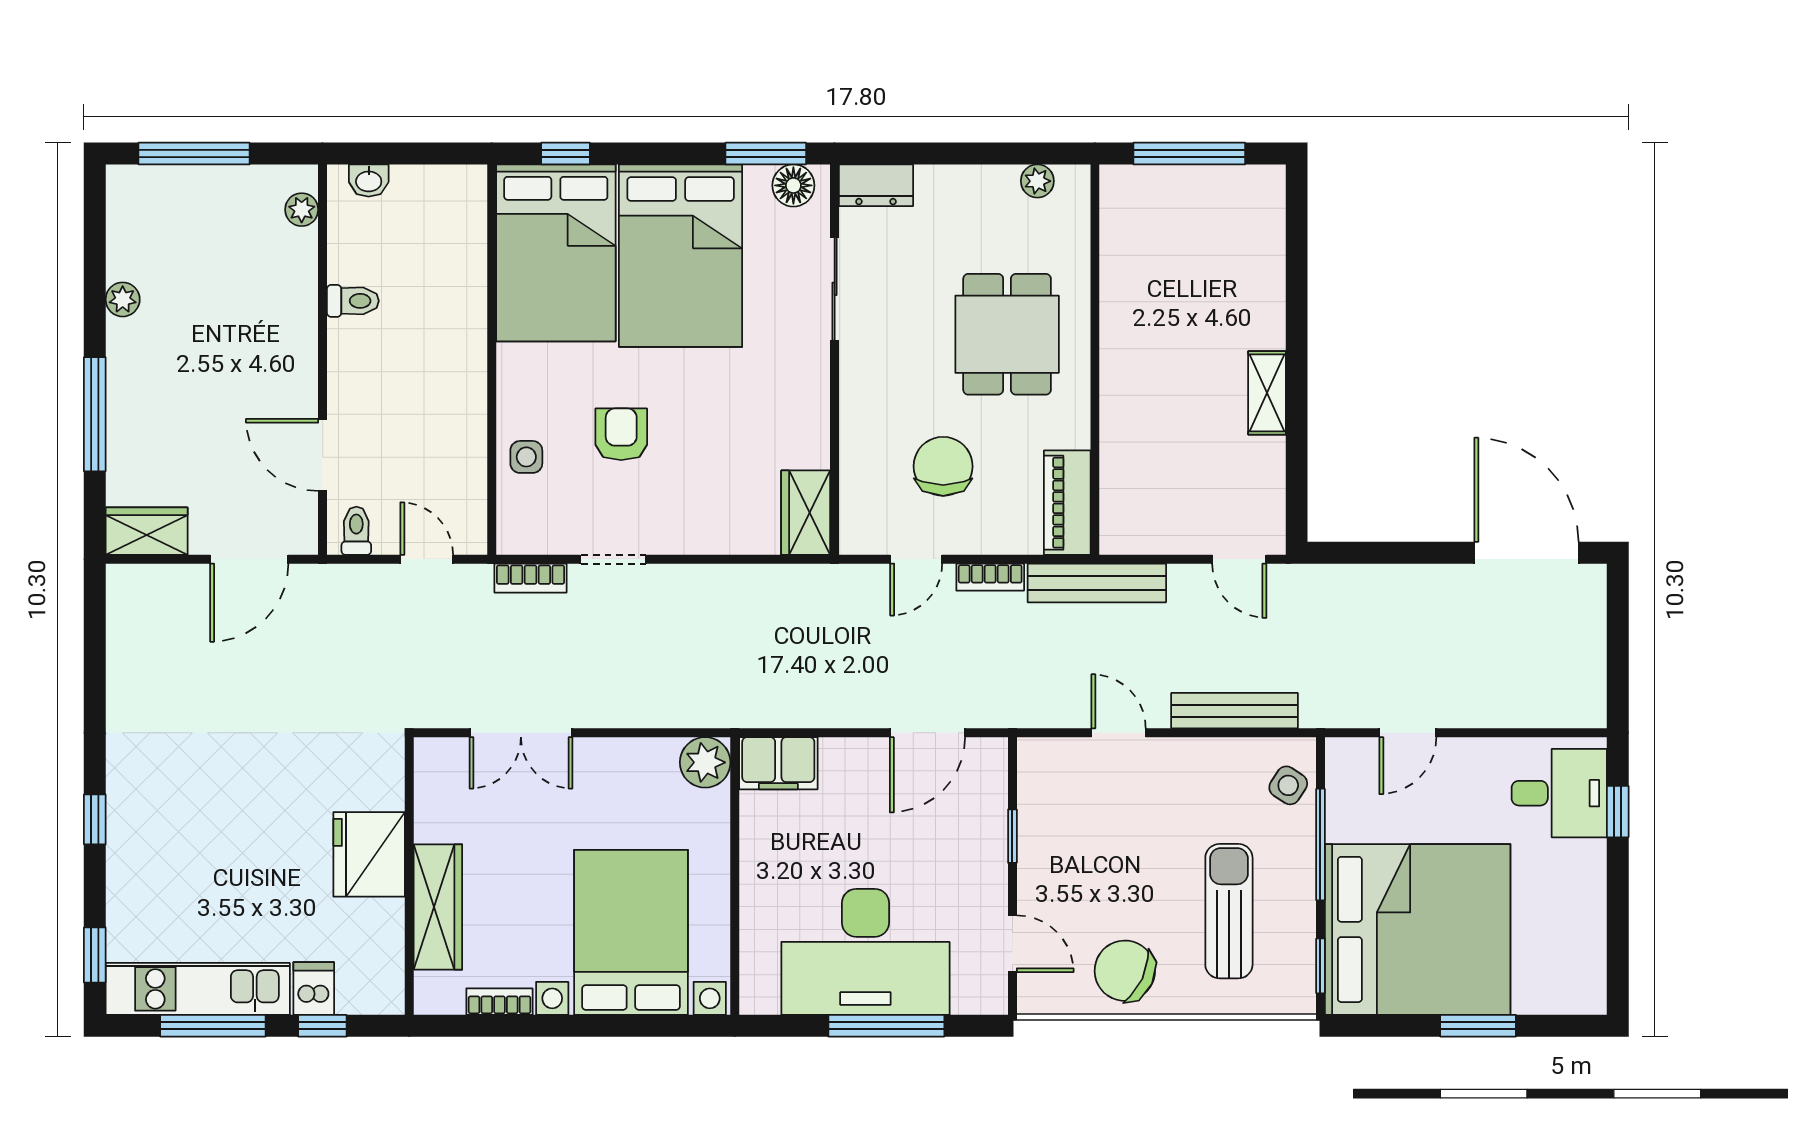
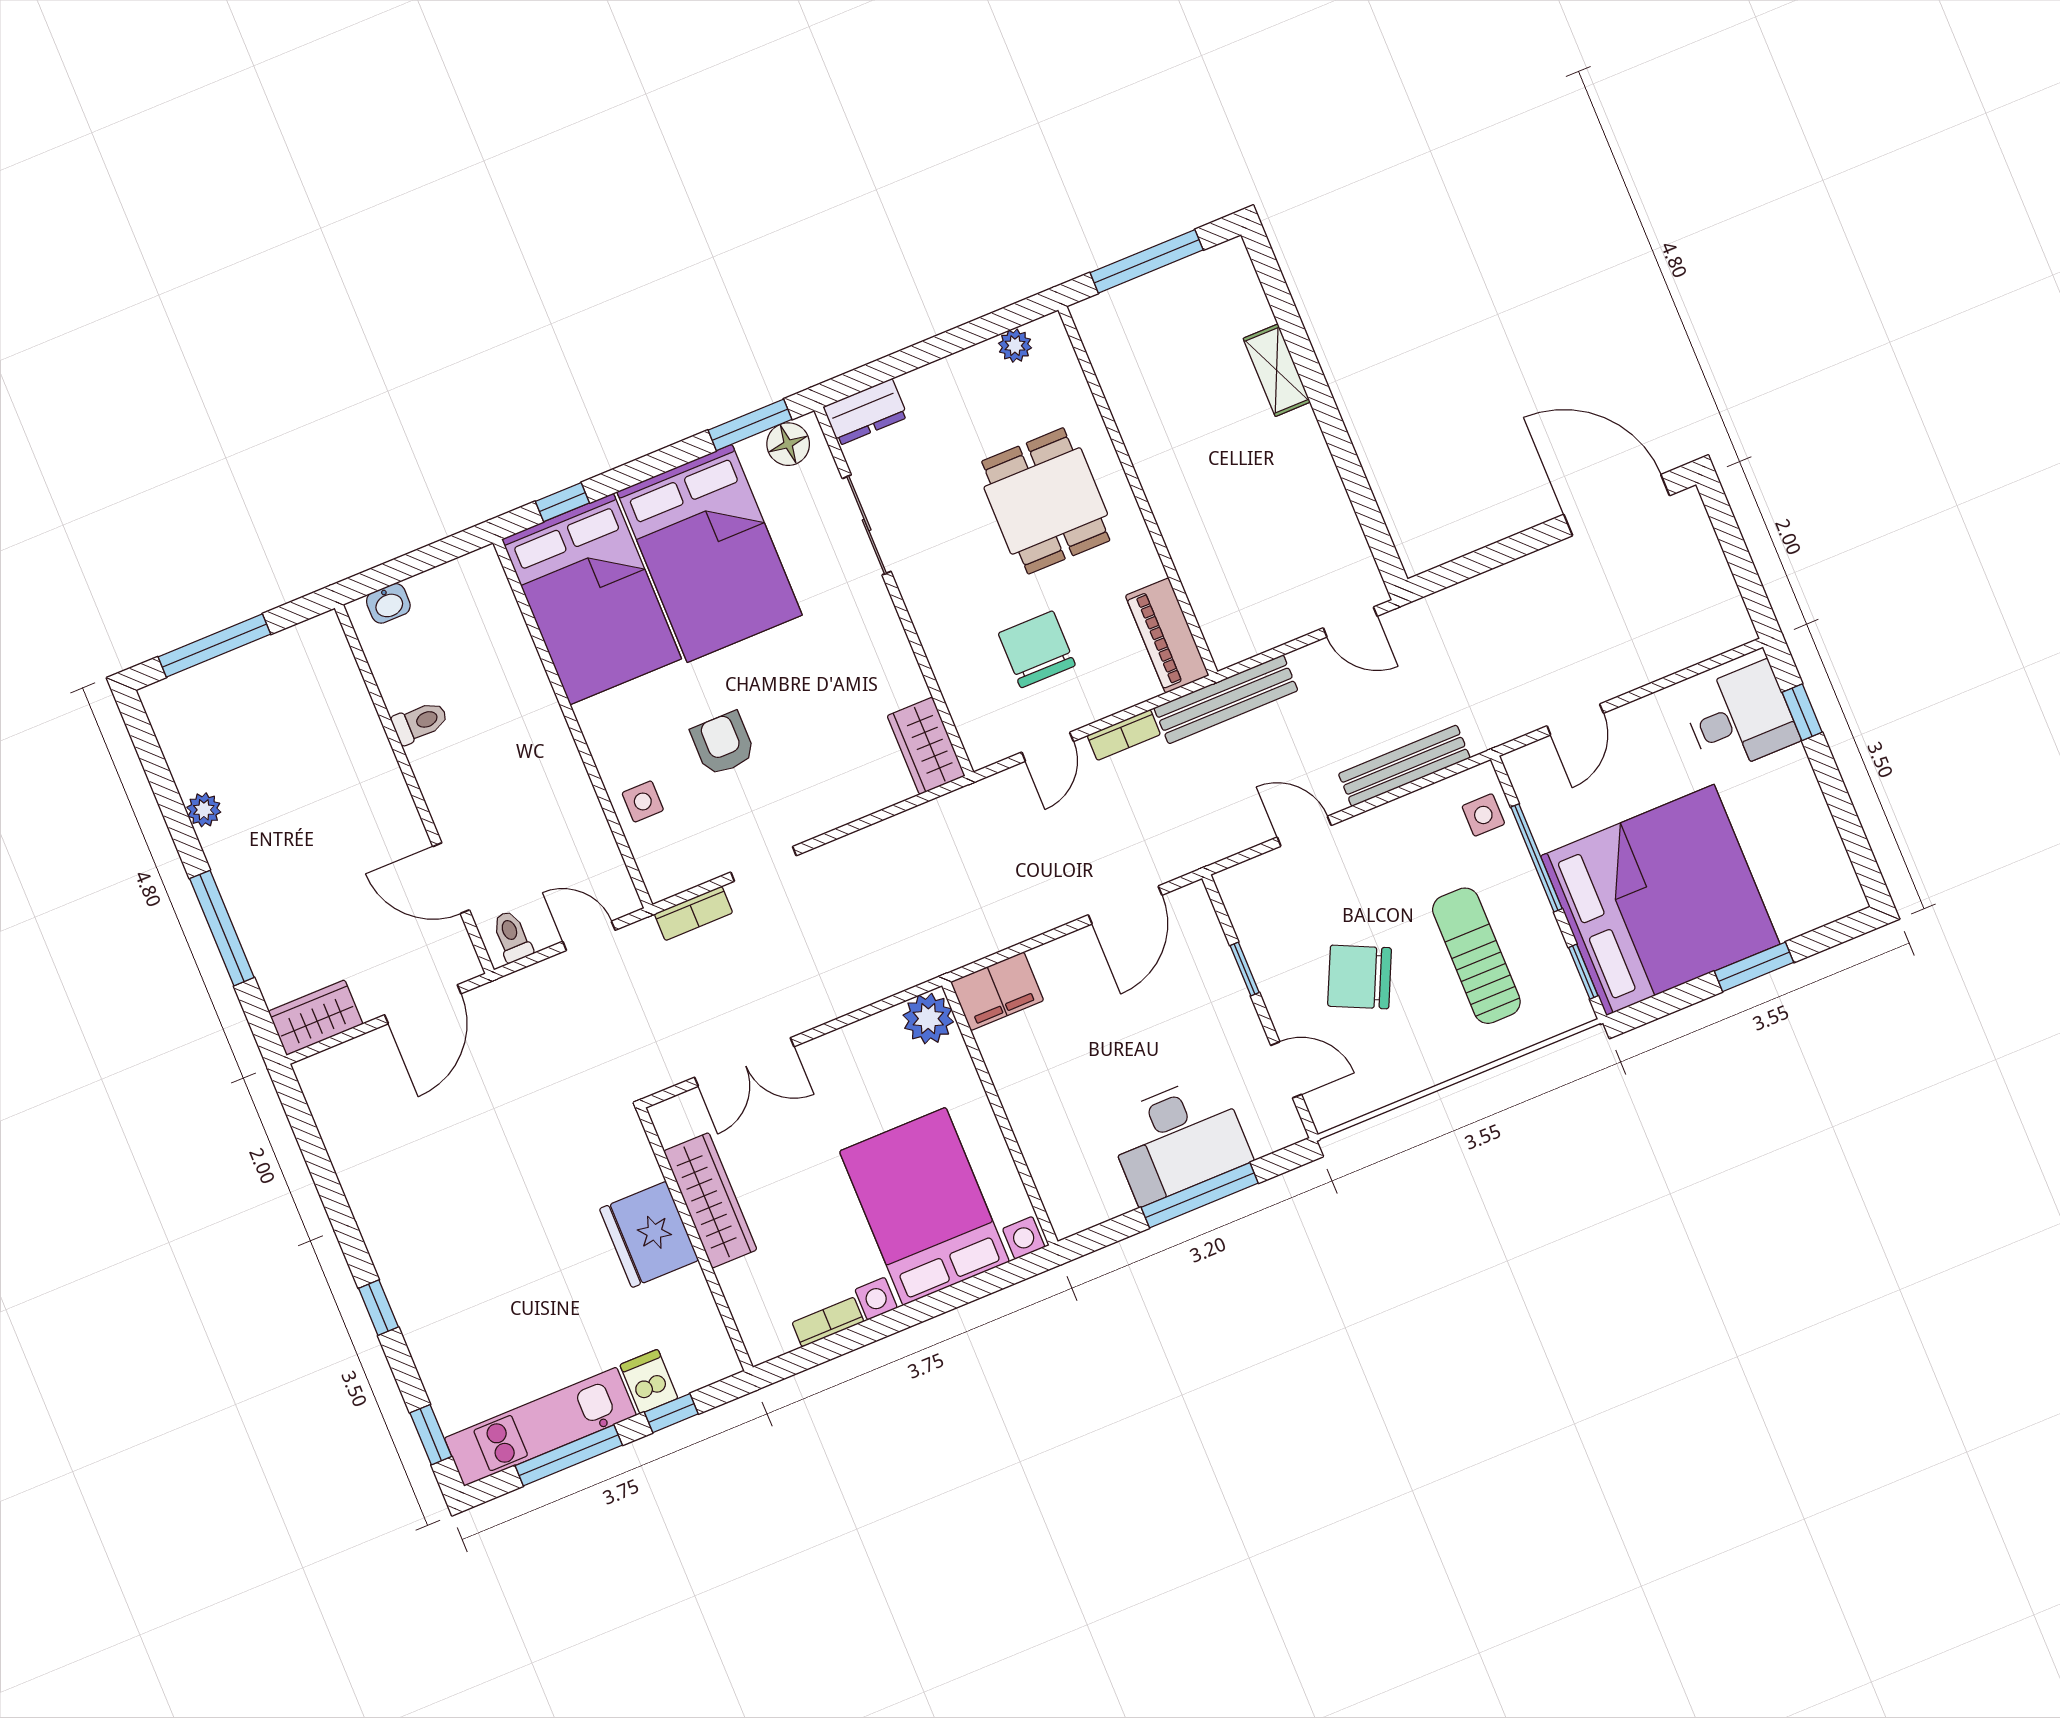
plant: (302, 210) -> (337, 656), removed
shelving: (1267, 393) -> (1277, 370), moved
side table: (1288, 785) -> (1483, 815), turned -33
wardrobe: (438, 907) -> (710, 1200), moved
desk: (865, 952) -> (1178, 1139), width x0.73, depth x0.77
chair: (1125, 971) -> (1360, 977), moved

